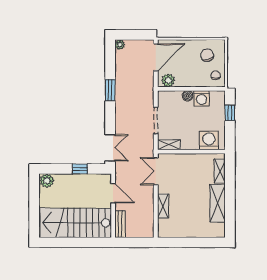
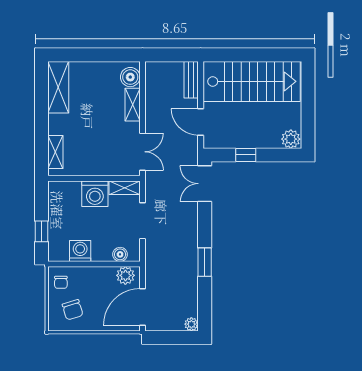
boiler: (188, 96) -> (120, 254), moved
washing machine: (209, 140) -> (95, 194), moved
shelving: (218, 203) -> (58, 87), moved
boiler: (165, 226) -> (130, 77), added

